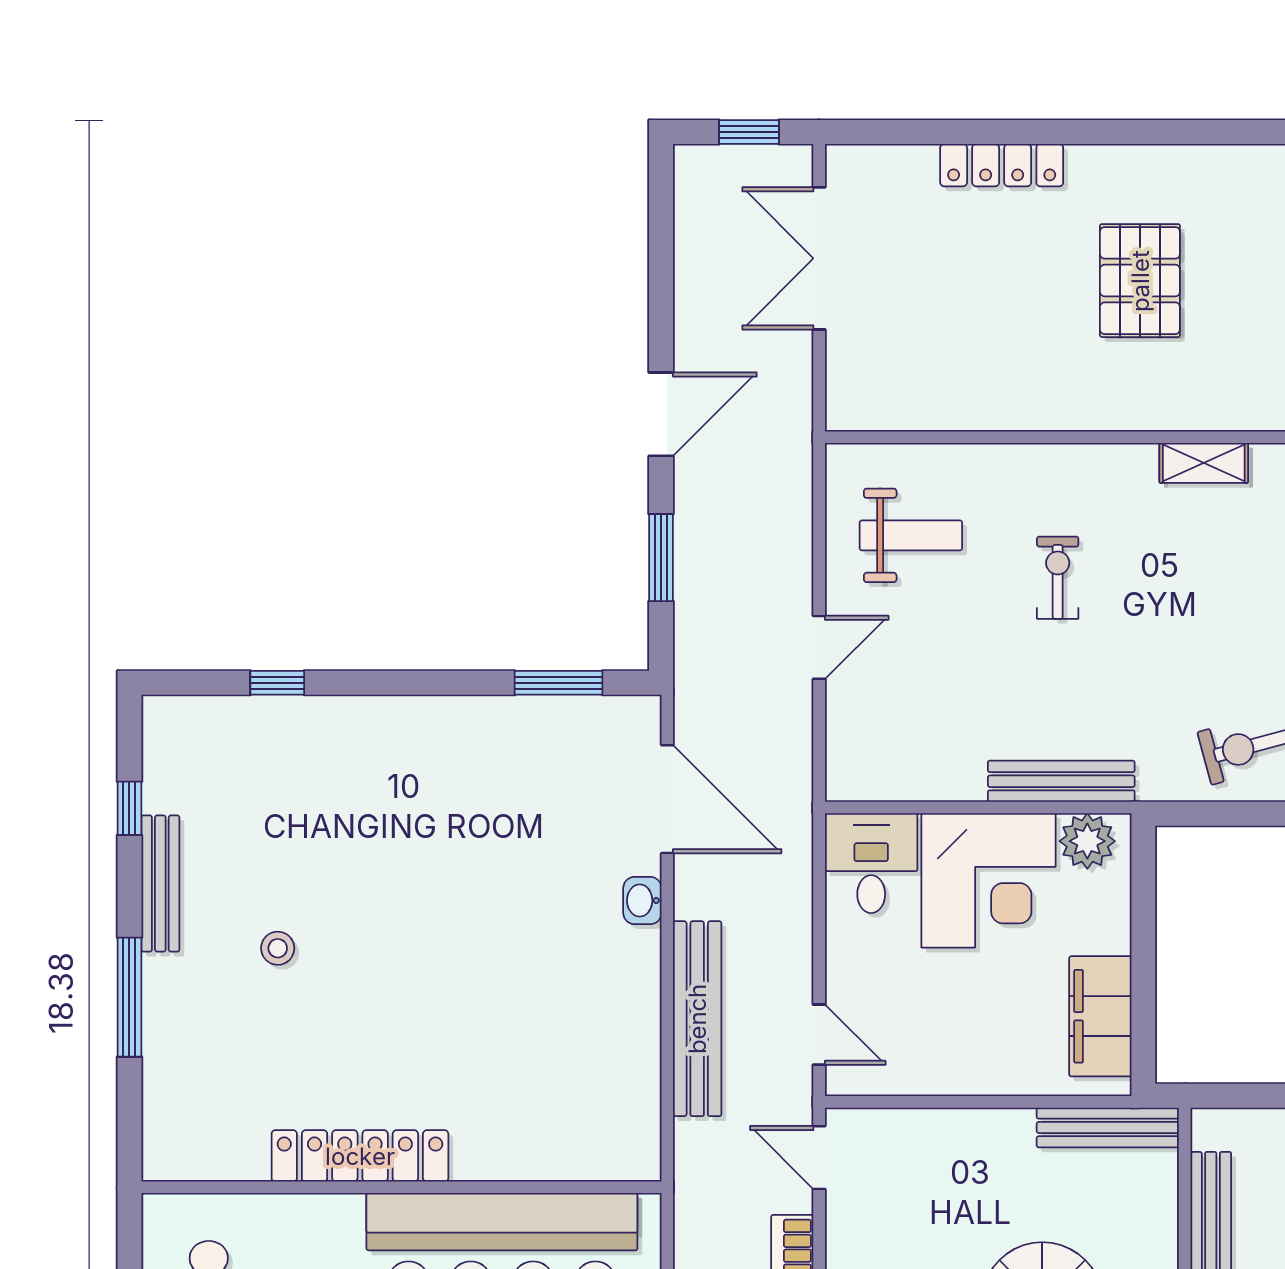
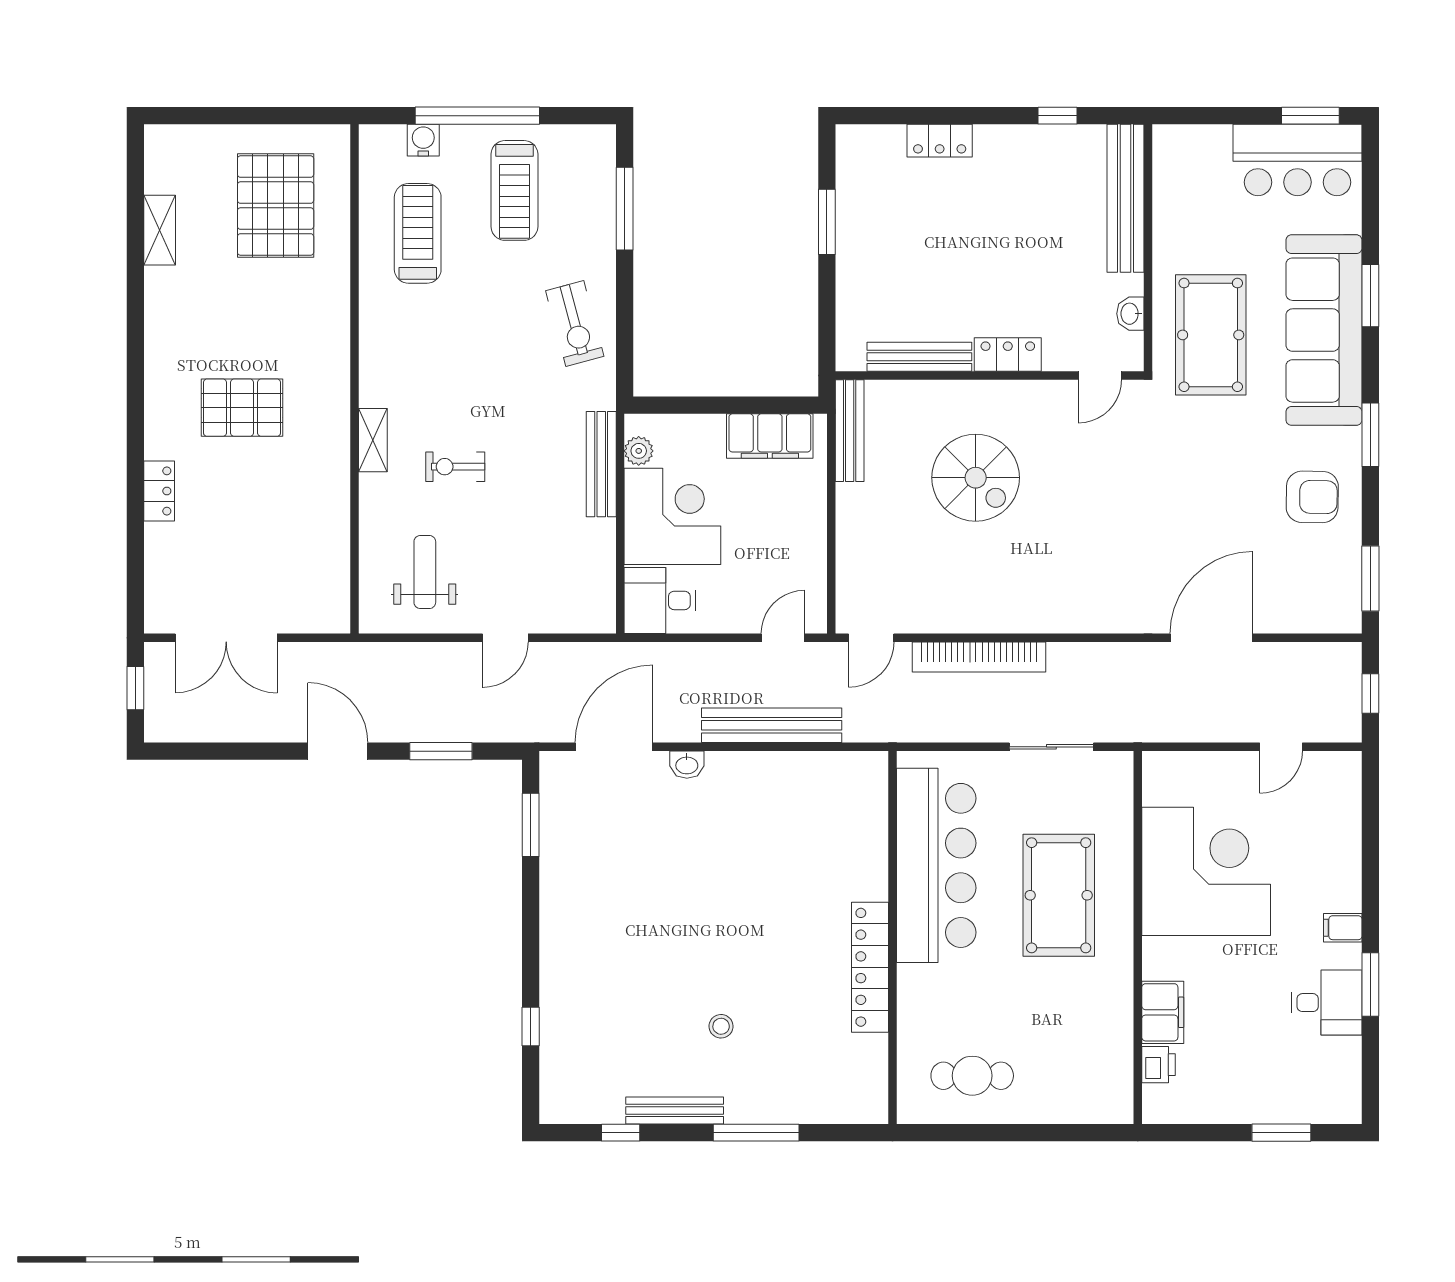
locker: (1002, 165) -> (159, 491), width x0.66
shelving: (1204, 463) -> (373, 440), moved
door: (819, 647) -> (505, 638), swing flipped
plant: (1087, 841) -> (639, 451), width x0.73, depth x0.73

